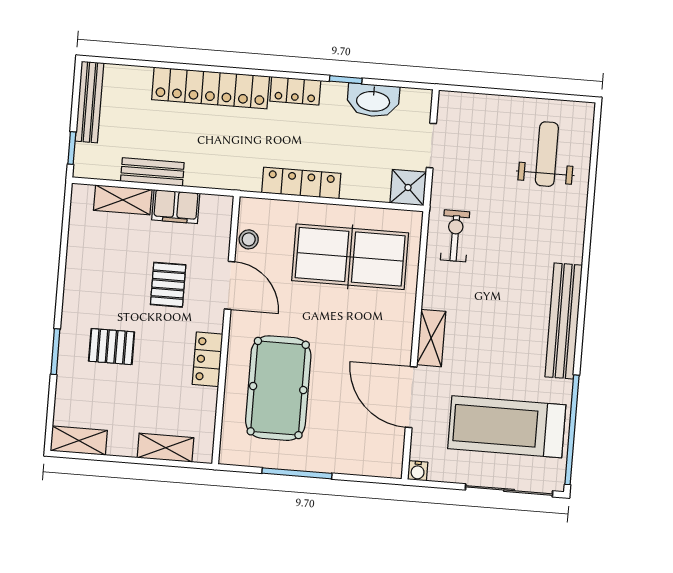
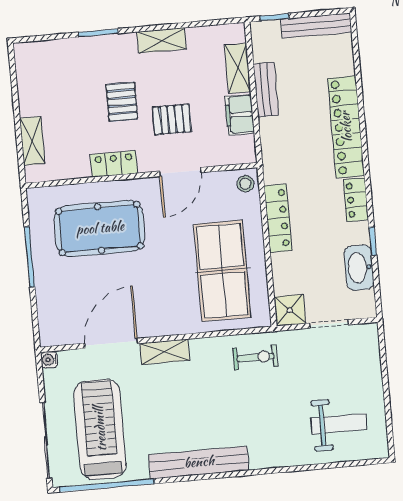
stool: (249, 239) -> (245, 184), moved
pallet: (112, 347) -> (122, 102), moved
shelving: (79, 441) -> (162, 40), moved, turned 90

